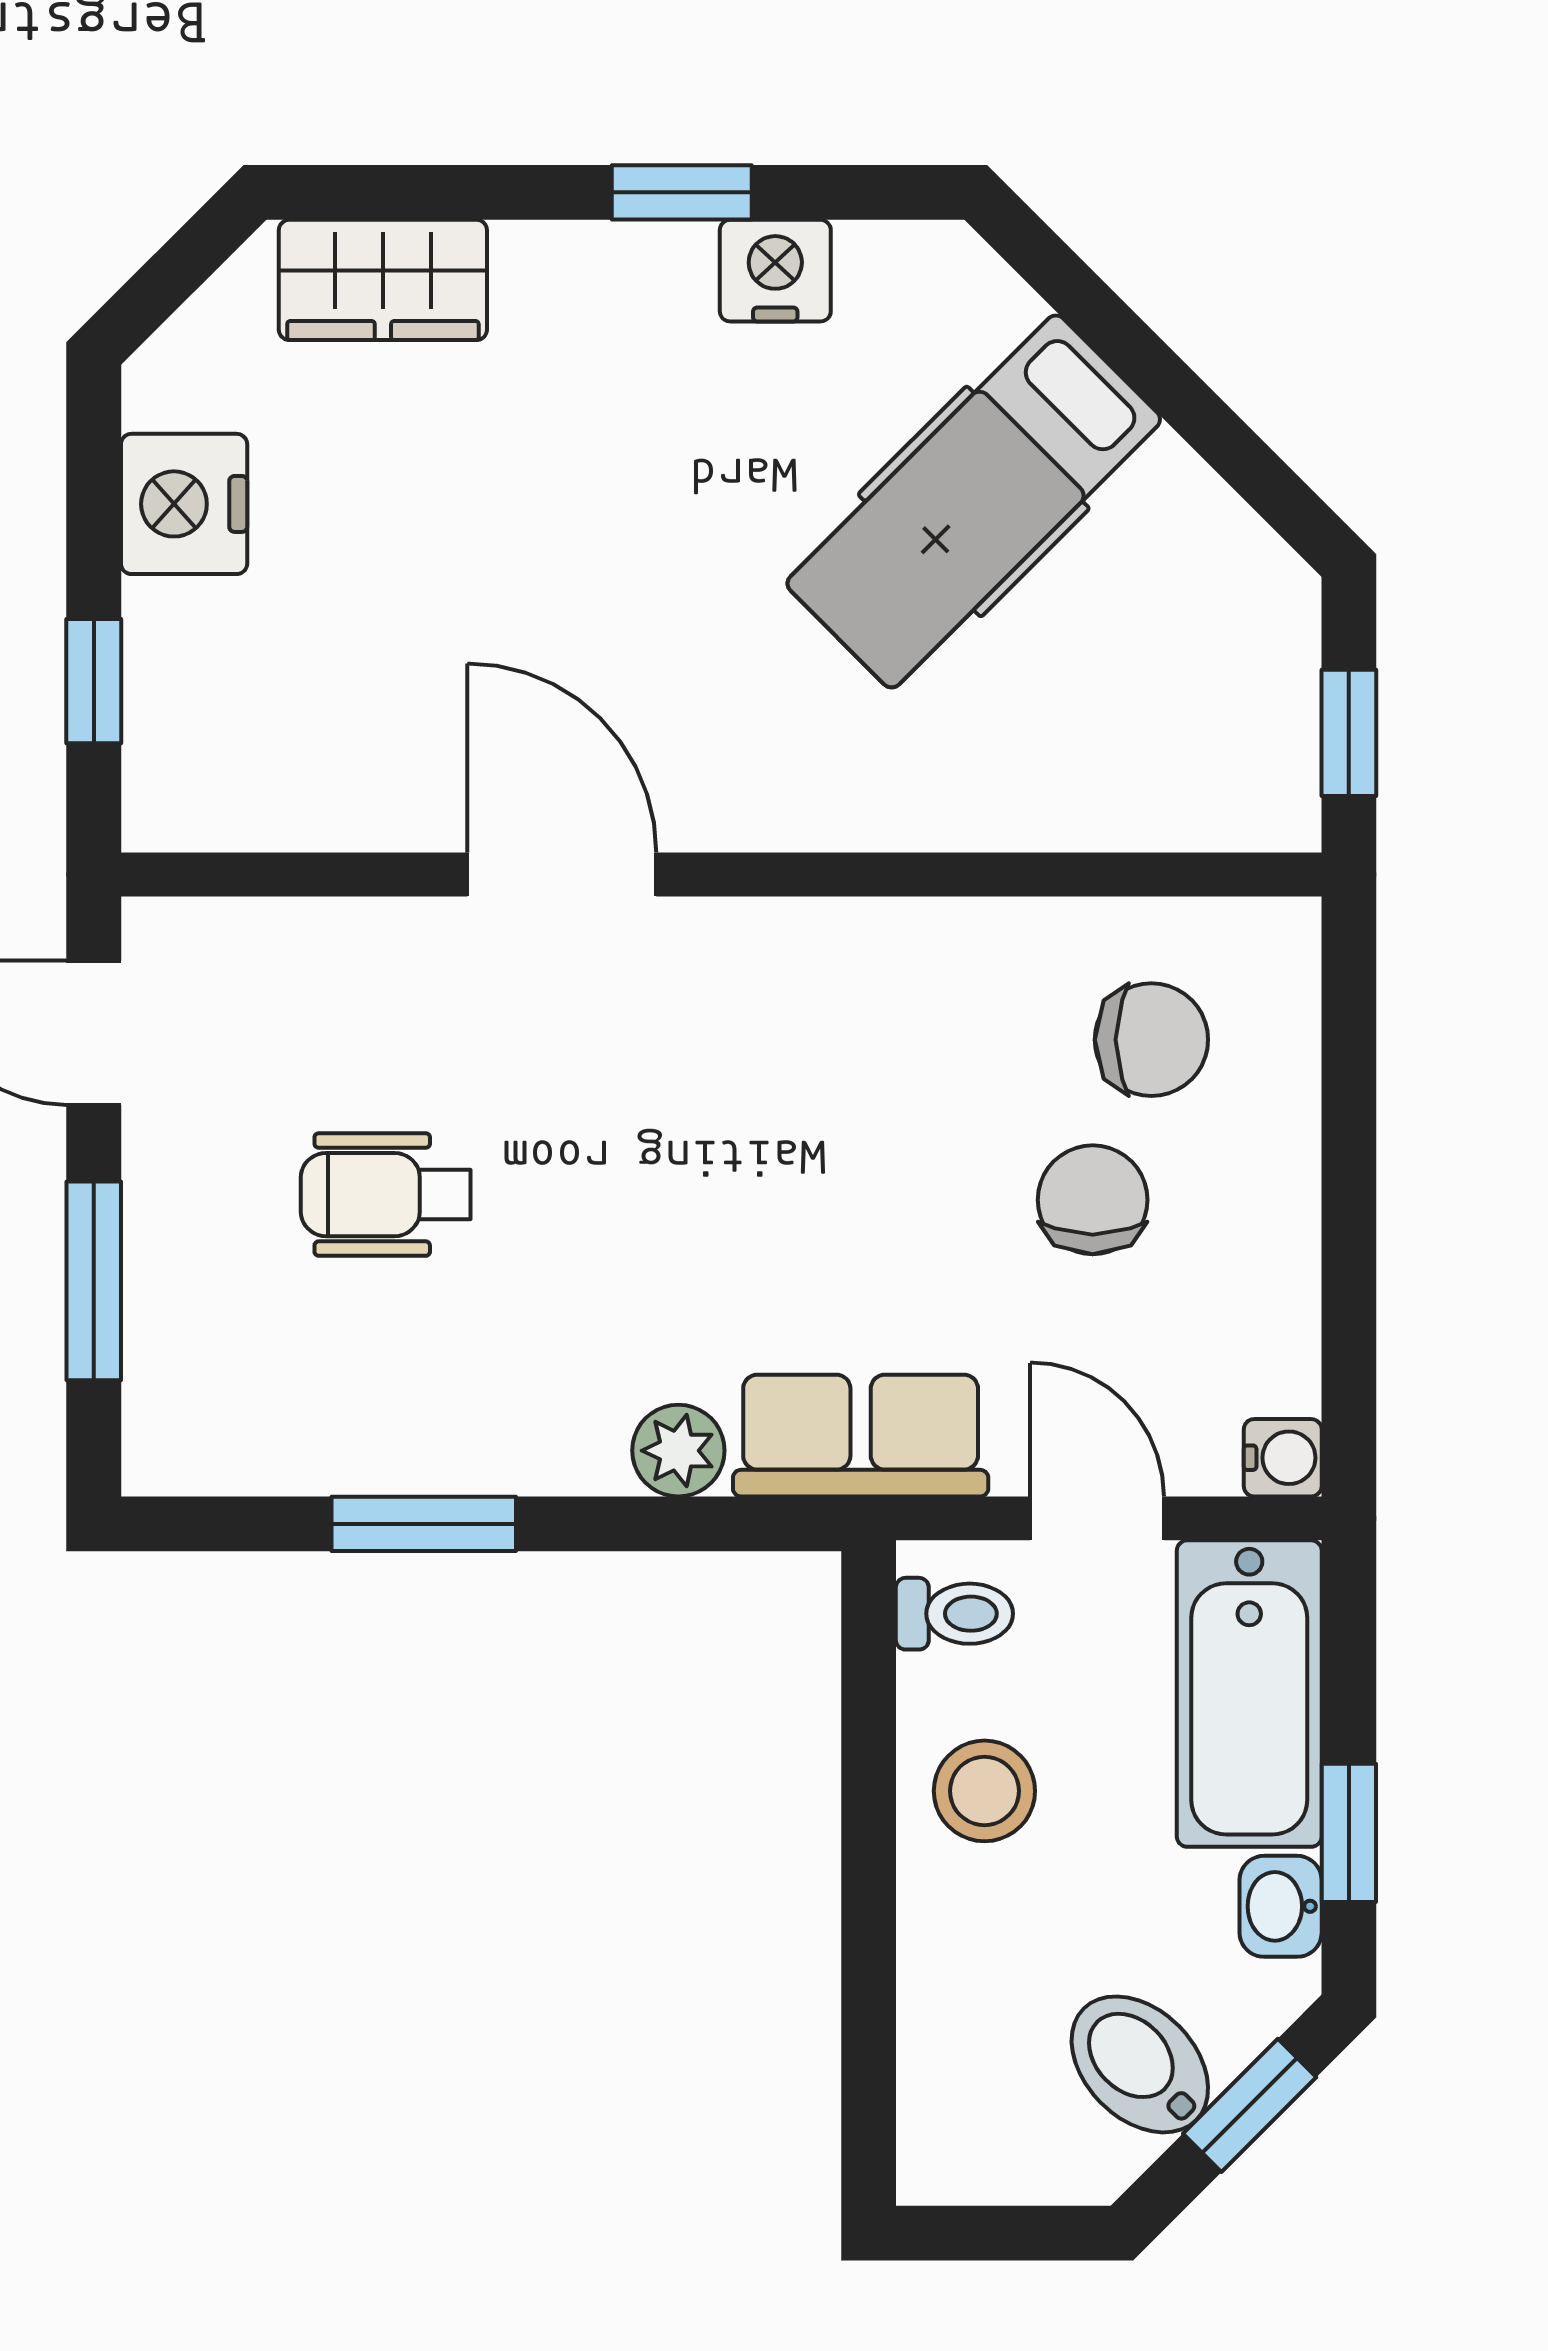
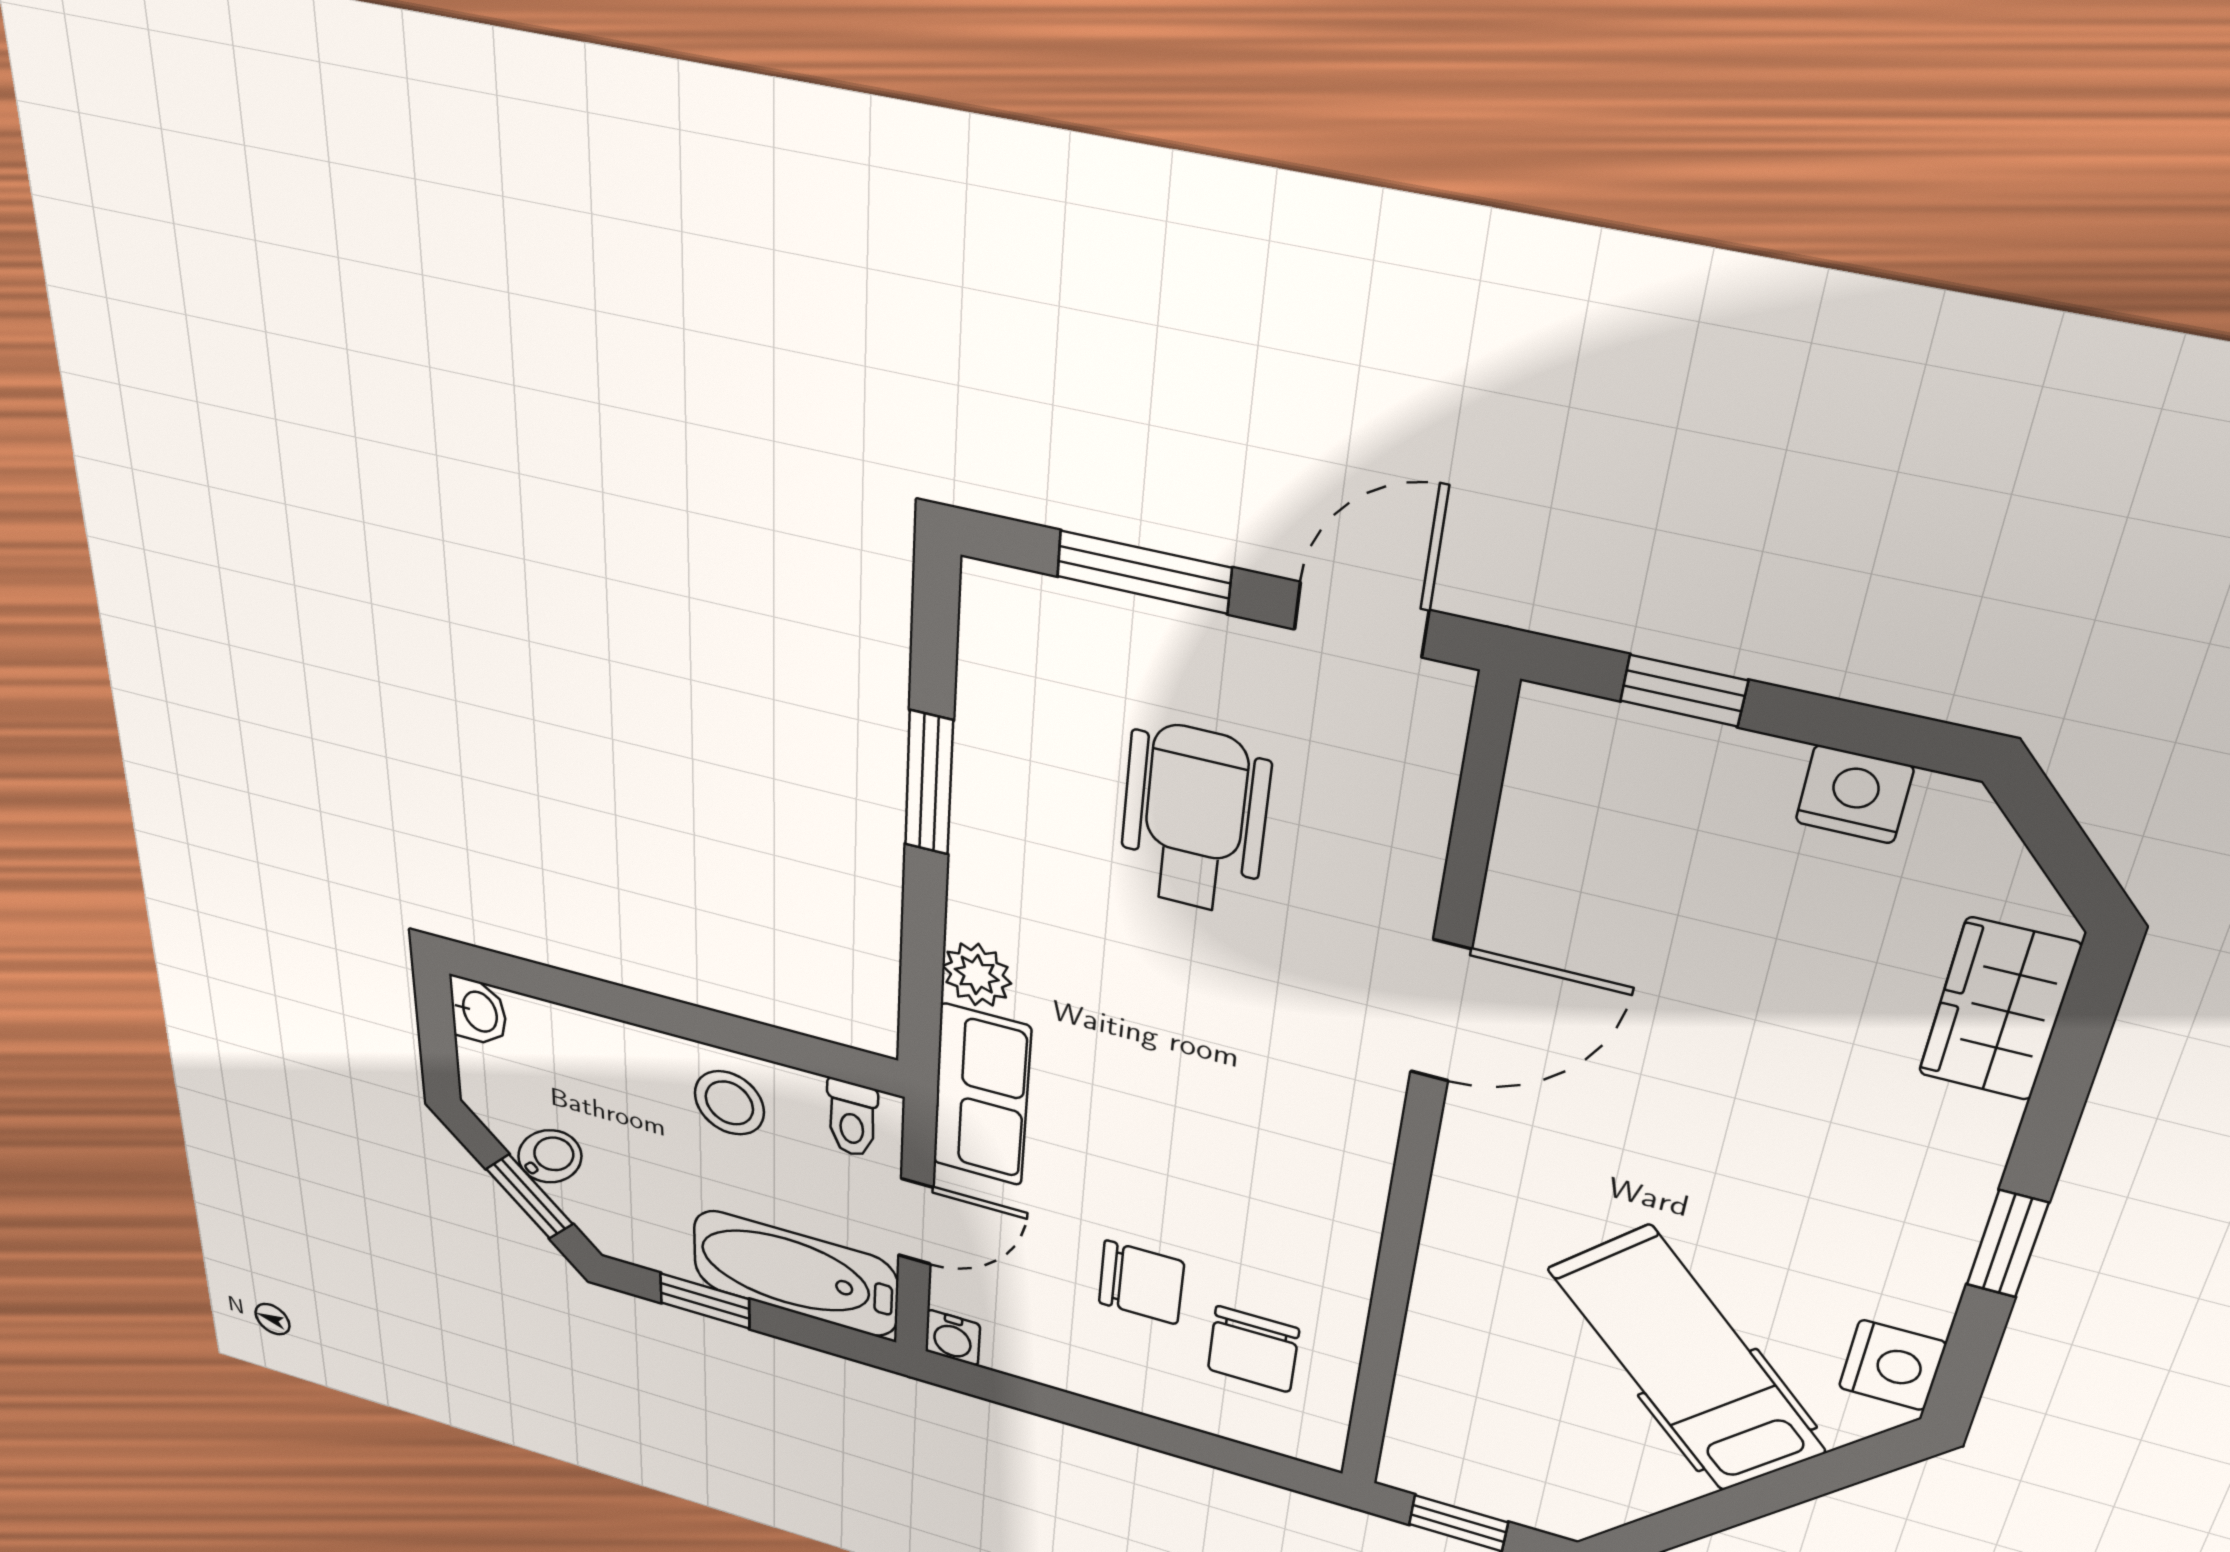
nightstand: (775, 271) -> (1892, 1365), moved
nightstand: (184, 504) -> (1854, 794), width x0.74, depth x0.75
wheelchair: (386, 1195) -> (1194, 819), width x1.36, depth x1.37
washbasin: (1281, 1906) -> (478, 1011), moved, turned 90
bidet: (1140, 2064) -> (550, 1156), width x0.72, depth x0.74

